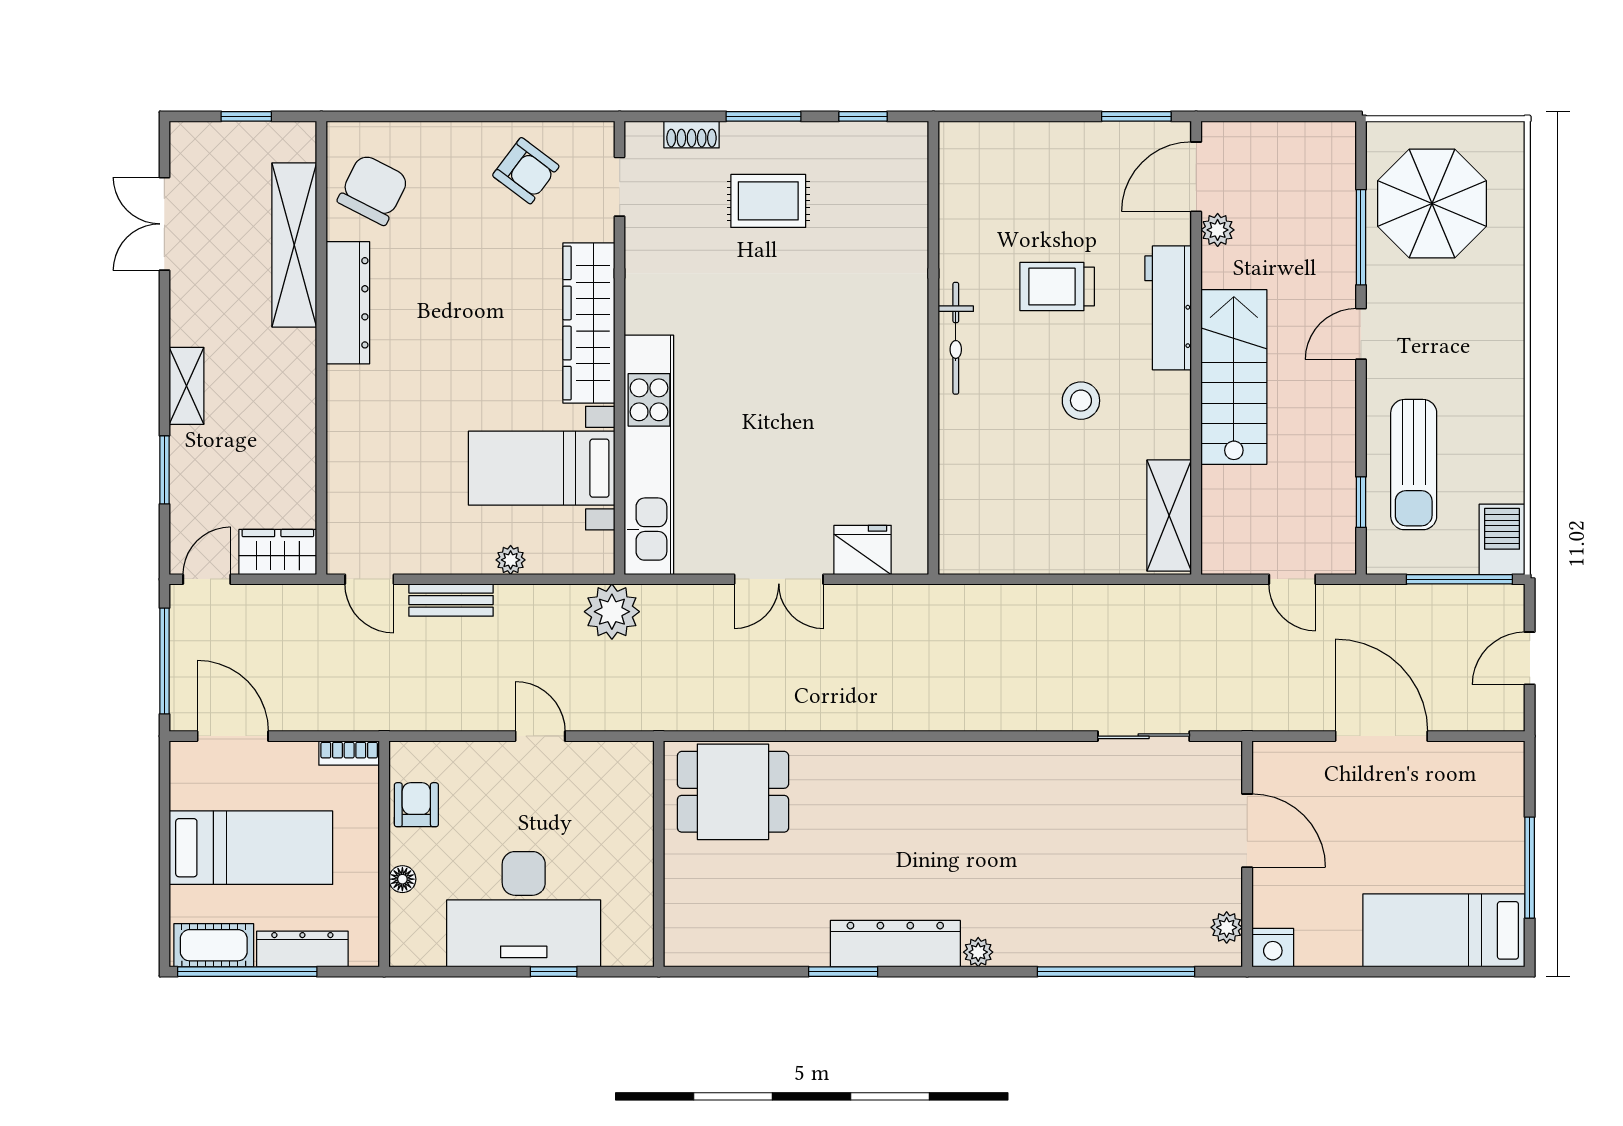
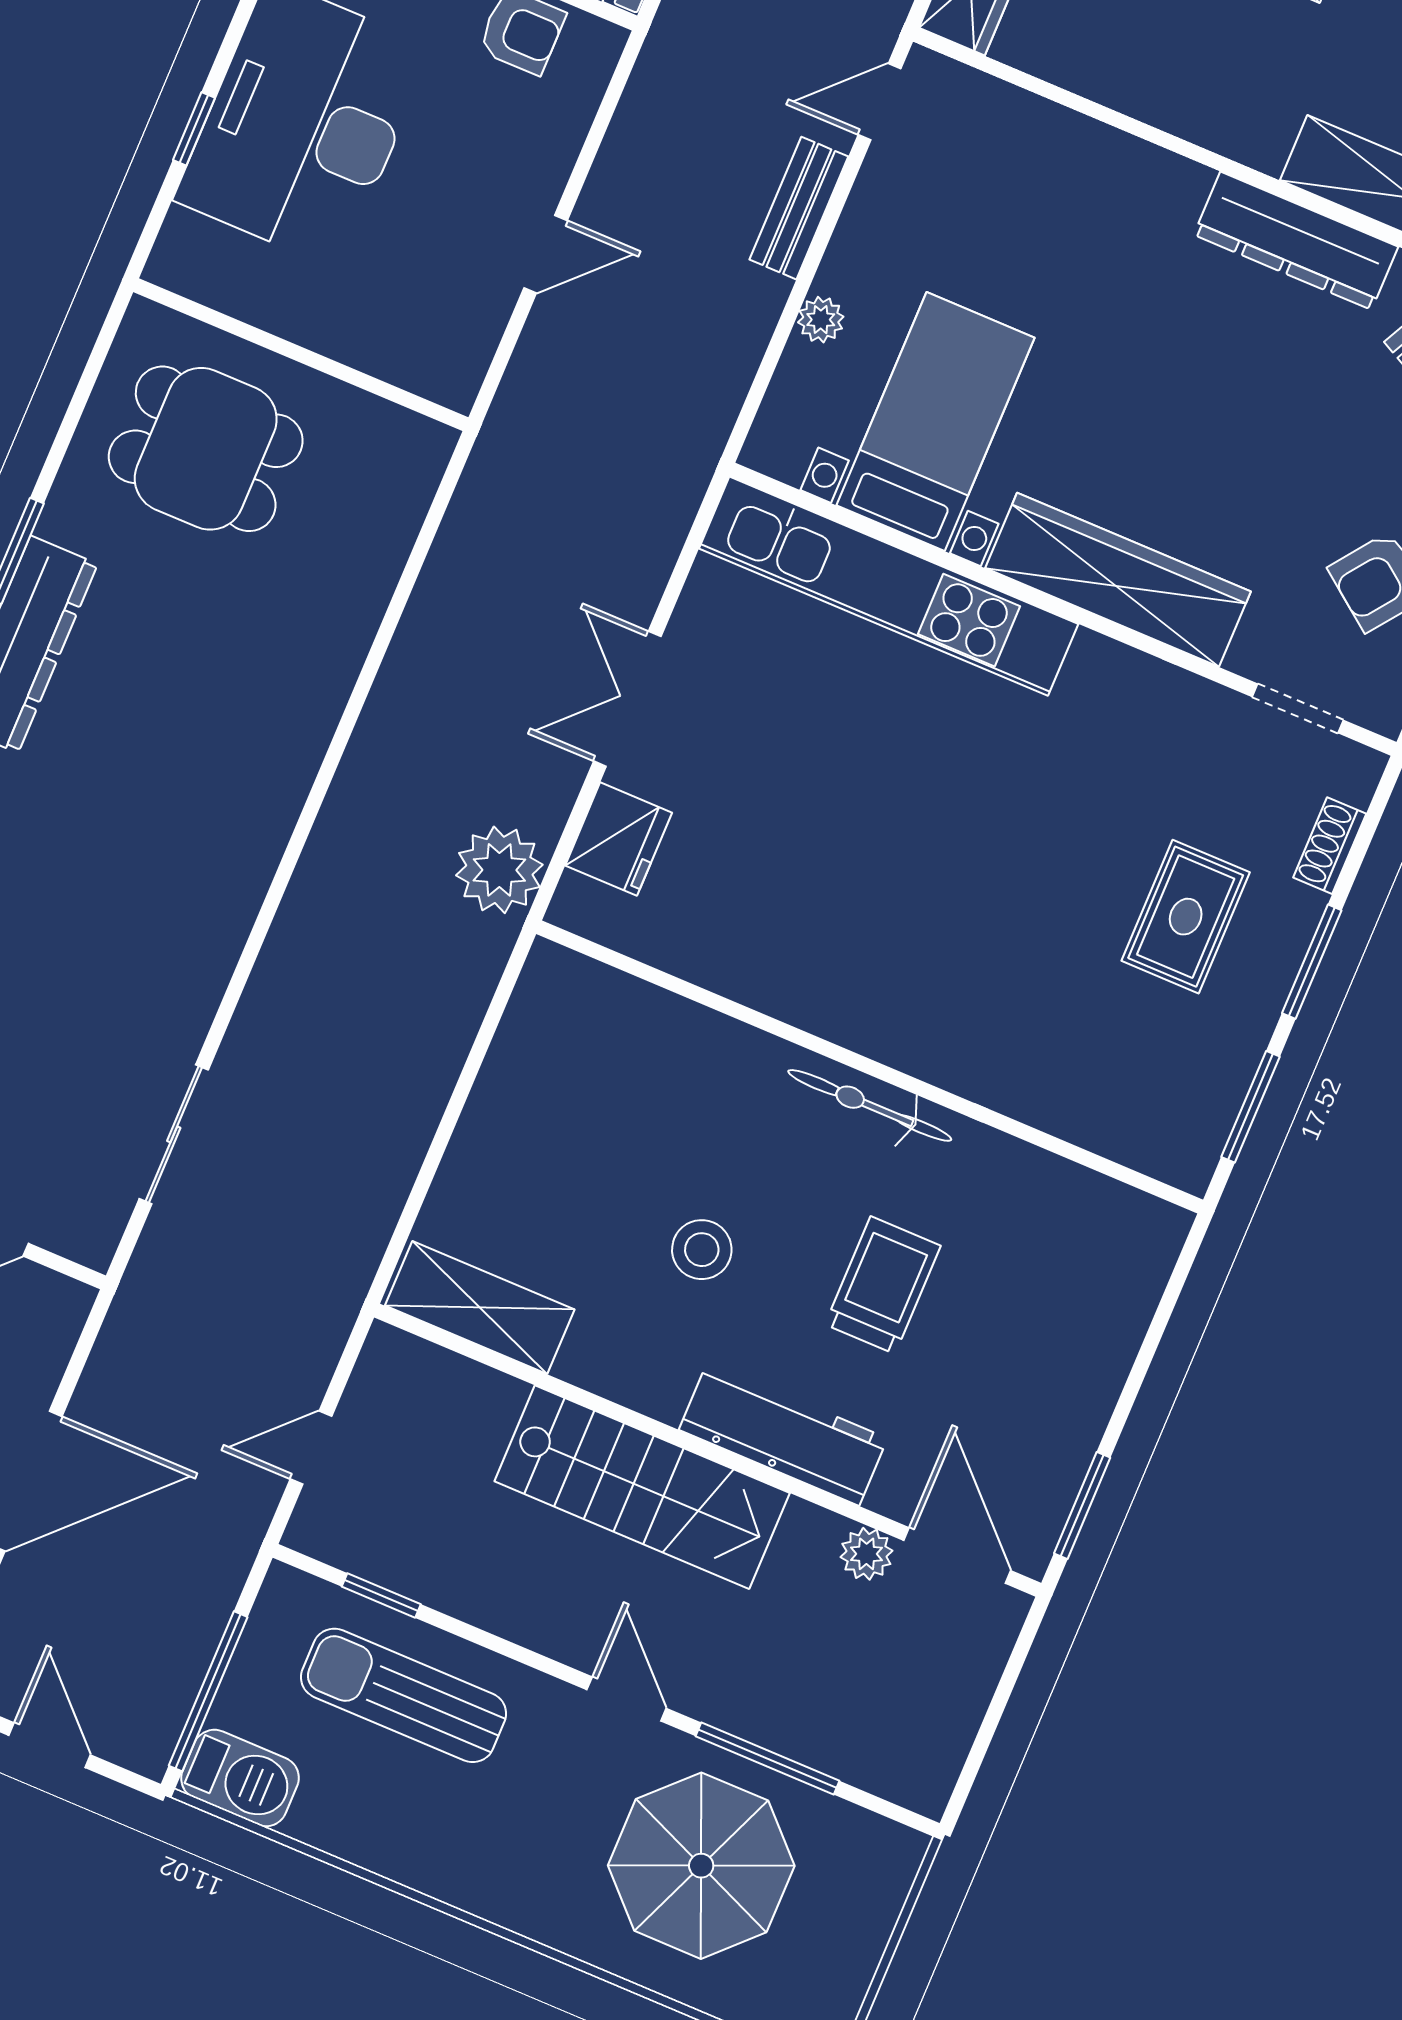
window: (863, 116) -> (1251, 1107), width x1.50
parasol: (1432, 204) -> (701, 1866), moved
plant: (612, 612) -> (499, 870), moved
dining table: (733, 792) -> (206, 449), moved, turned 90

